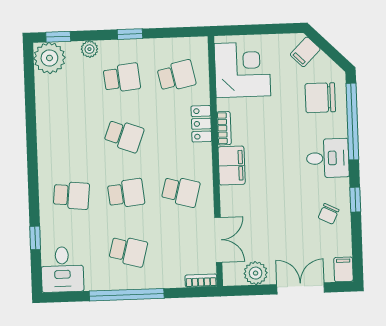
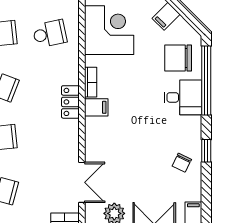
locker: (201, 124) -> (70, 102), moved
desk: (328, 158) -> (183, 97), moved
filing cabinet: (232, 166) -> (96, 107), width x0.50
school desk: (181, 191) -> (50, 138), removed

